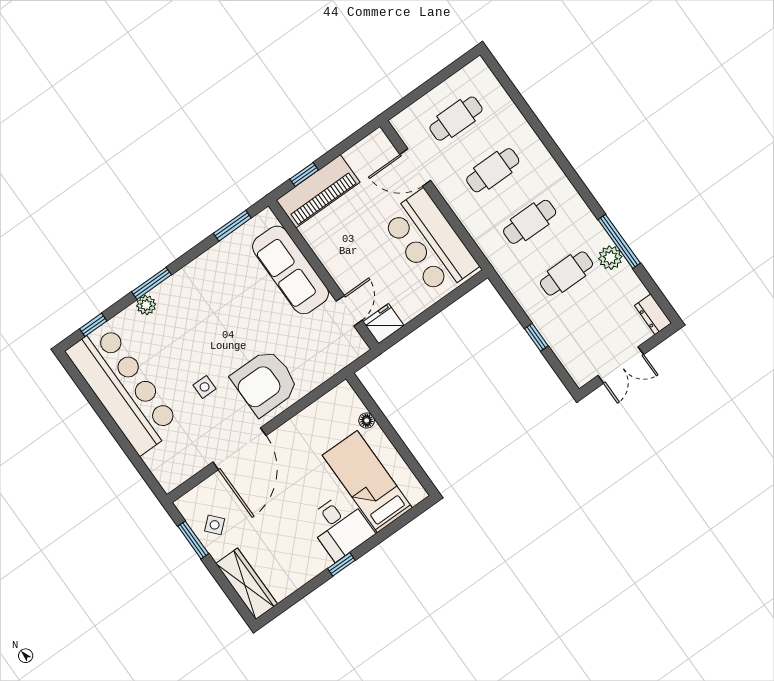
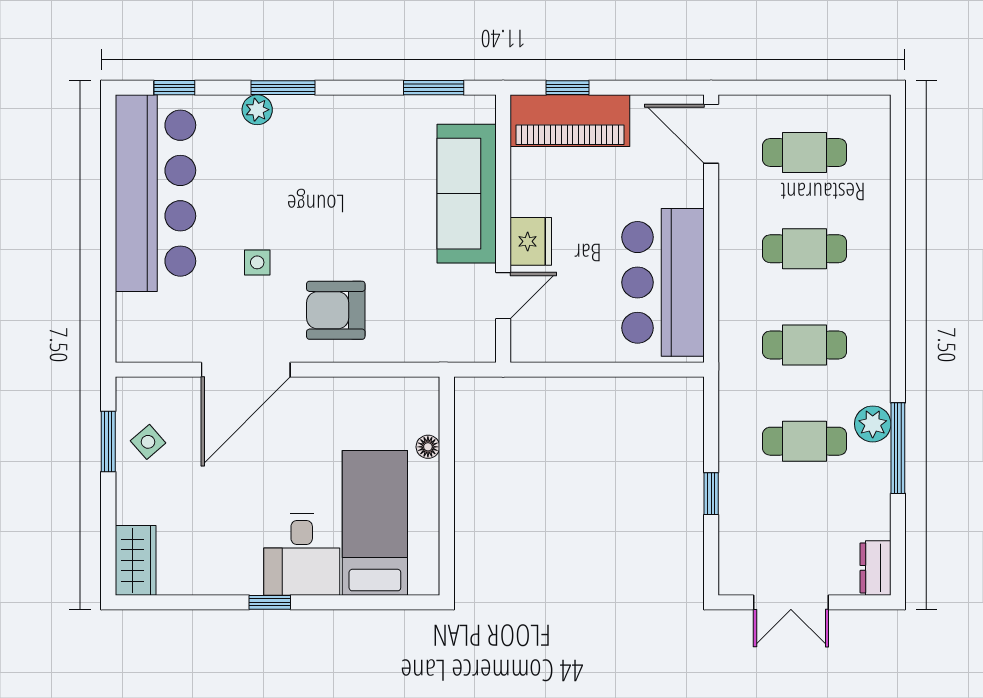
door: (415, 167) -> (711, 134), moved
plant: (610, 258) -> (873, 424), moved
fridge: (383, 324) -> (531, 241), moved, turned 90
armchair: (265, 382) -> (336, 310), width x0.73, depth x0.73
wardrobe: (247, 584) -> (136, 560), width x0.67

